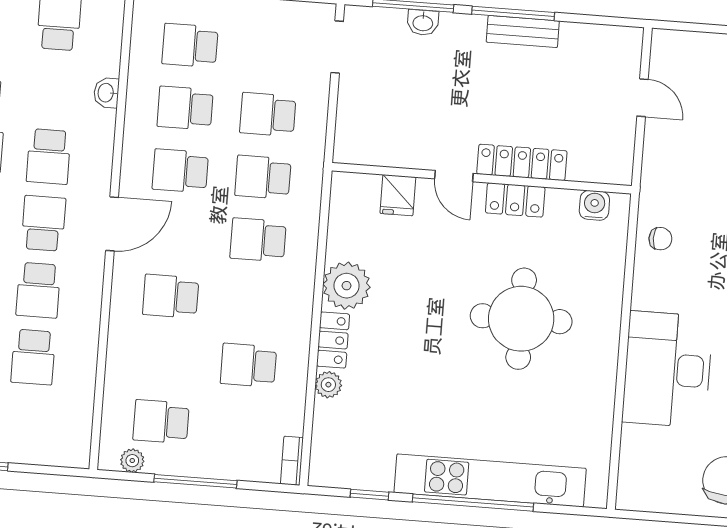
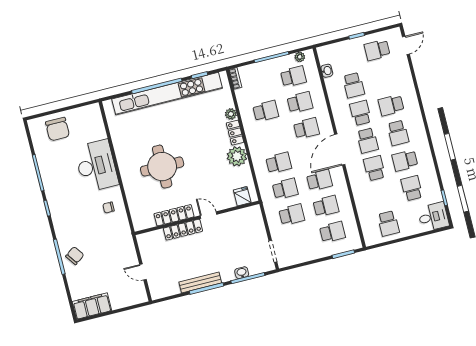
bench: (523, 32) -> (200, 282), width x1.36
washbasin: (106, 93) -> (327, 71), moved
fridge: (398, 195) -> (242, 196), moved
locker: (515, 200) -> (174, 215), width x1.53
water cooler: (594, 205) -> (148, 222), removed
door: (112, 224) -> (340, 150), width x1.36
chair: (660, 239) -> (109, 207), moved
school desk: (33, 357) -> (354, 85), turned 180
school desk: (166, 359) -> (300, 102), added
kitchen unit: (490, 480) -> (167, 94), width x1.36

